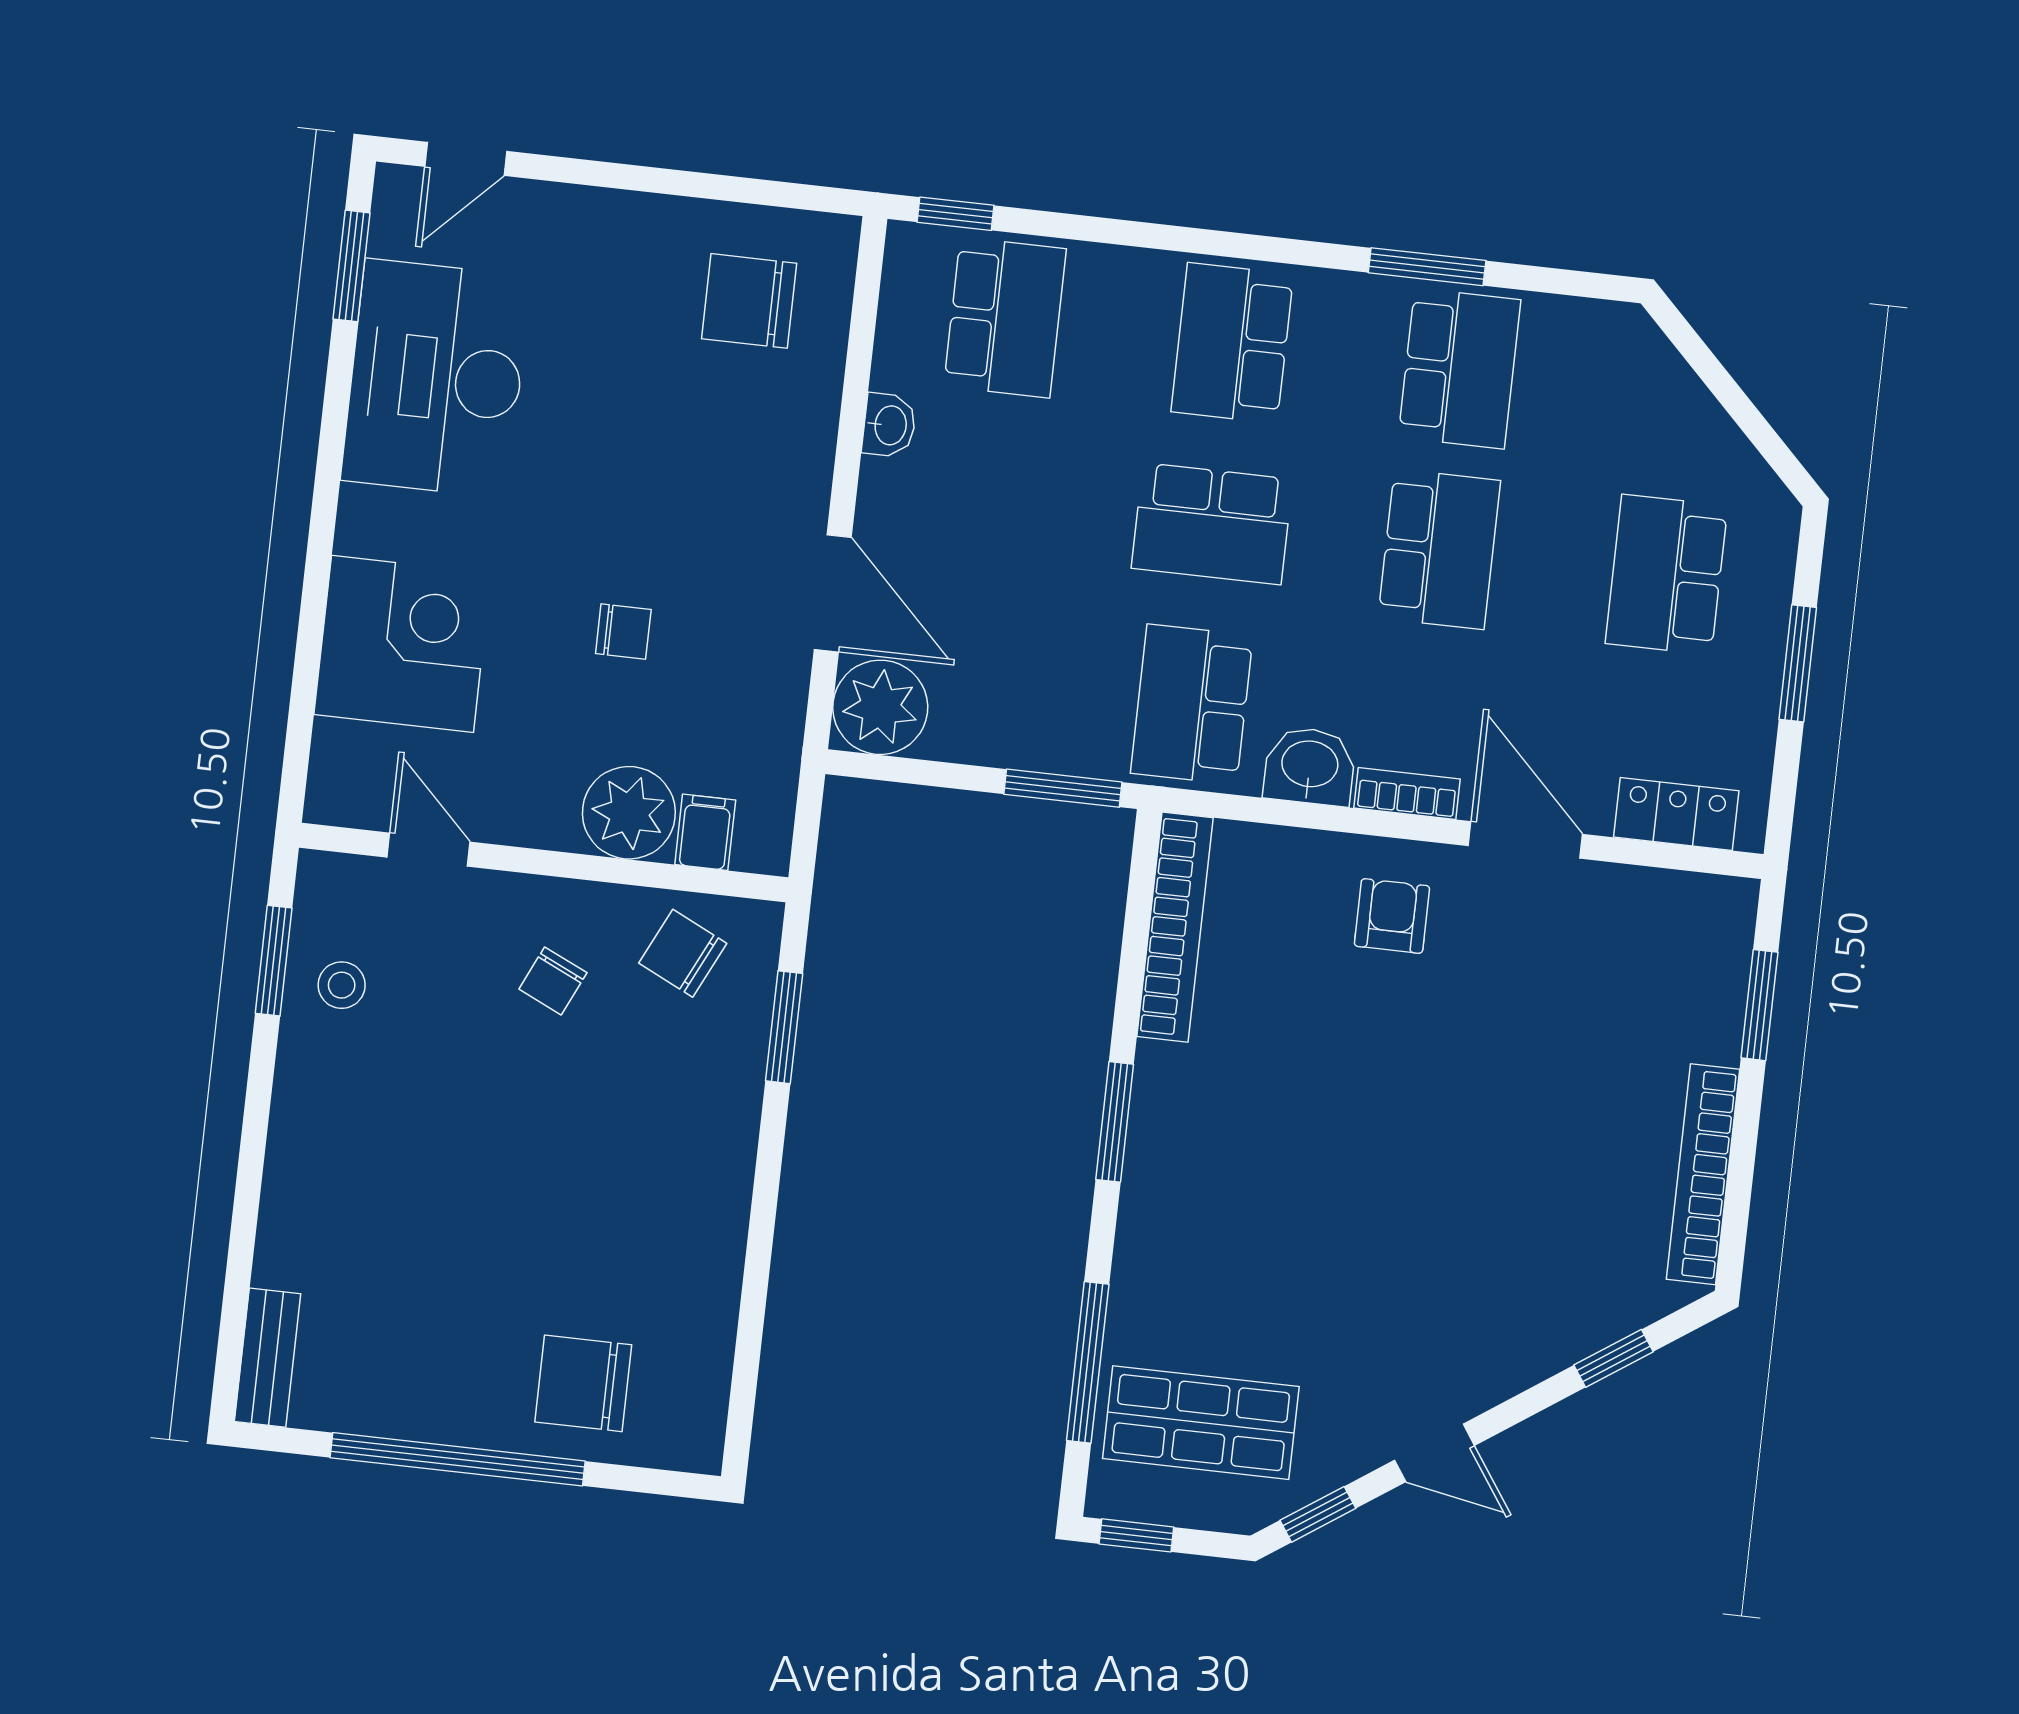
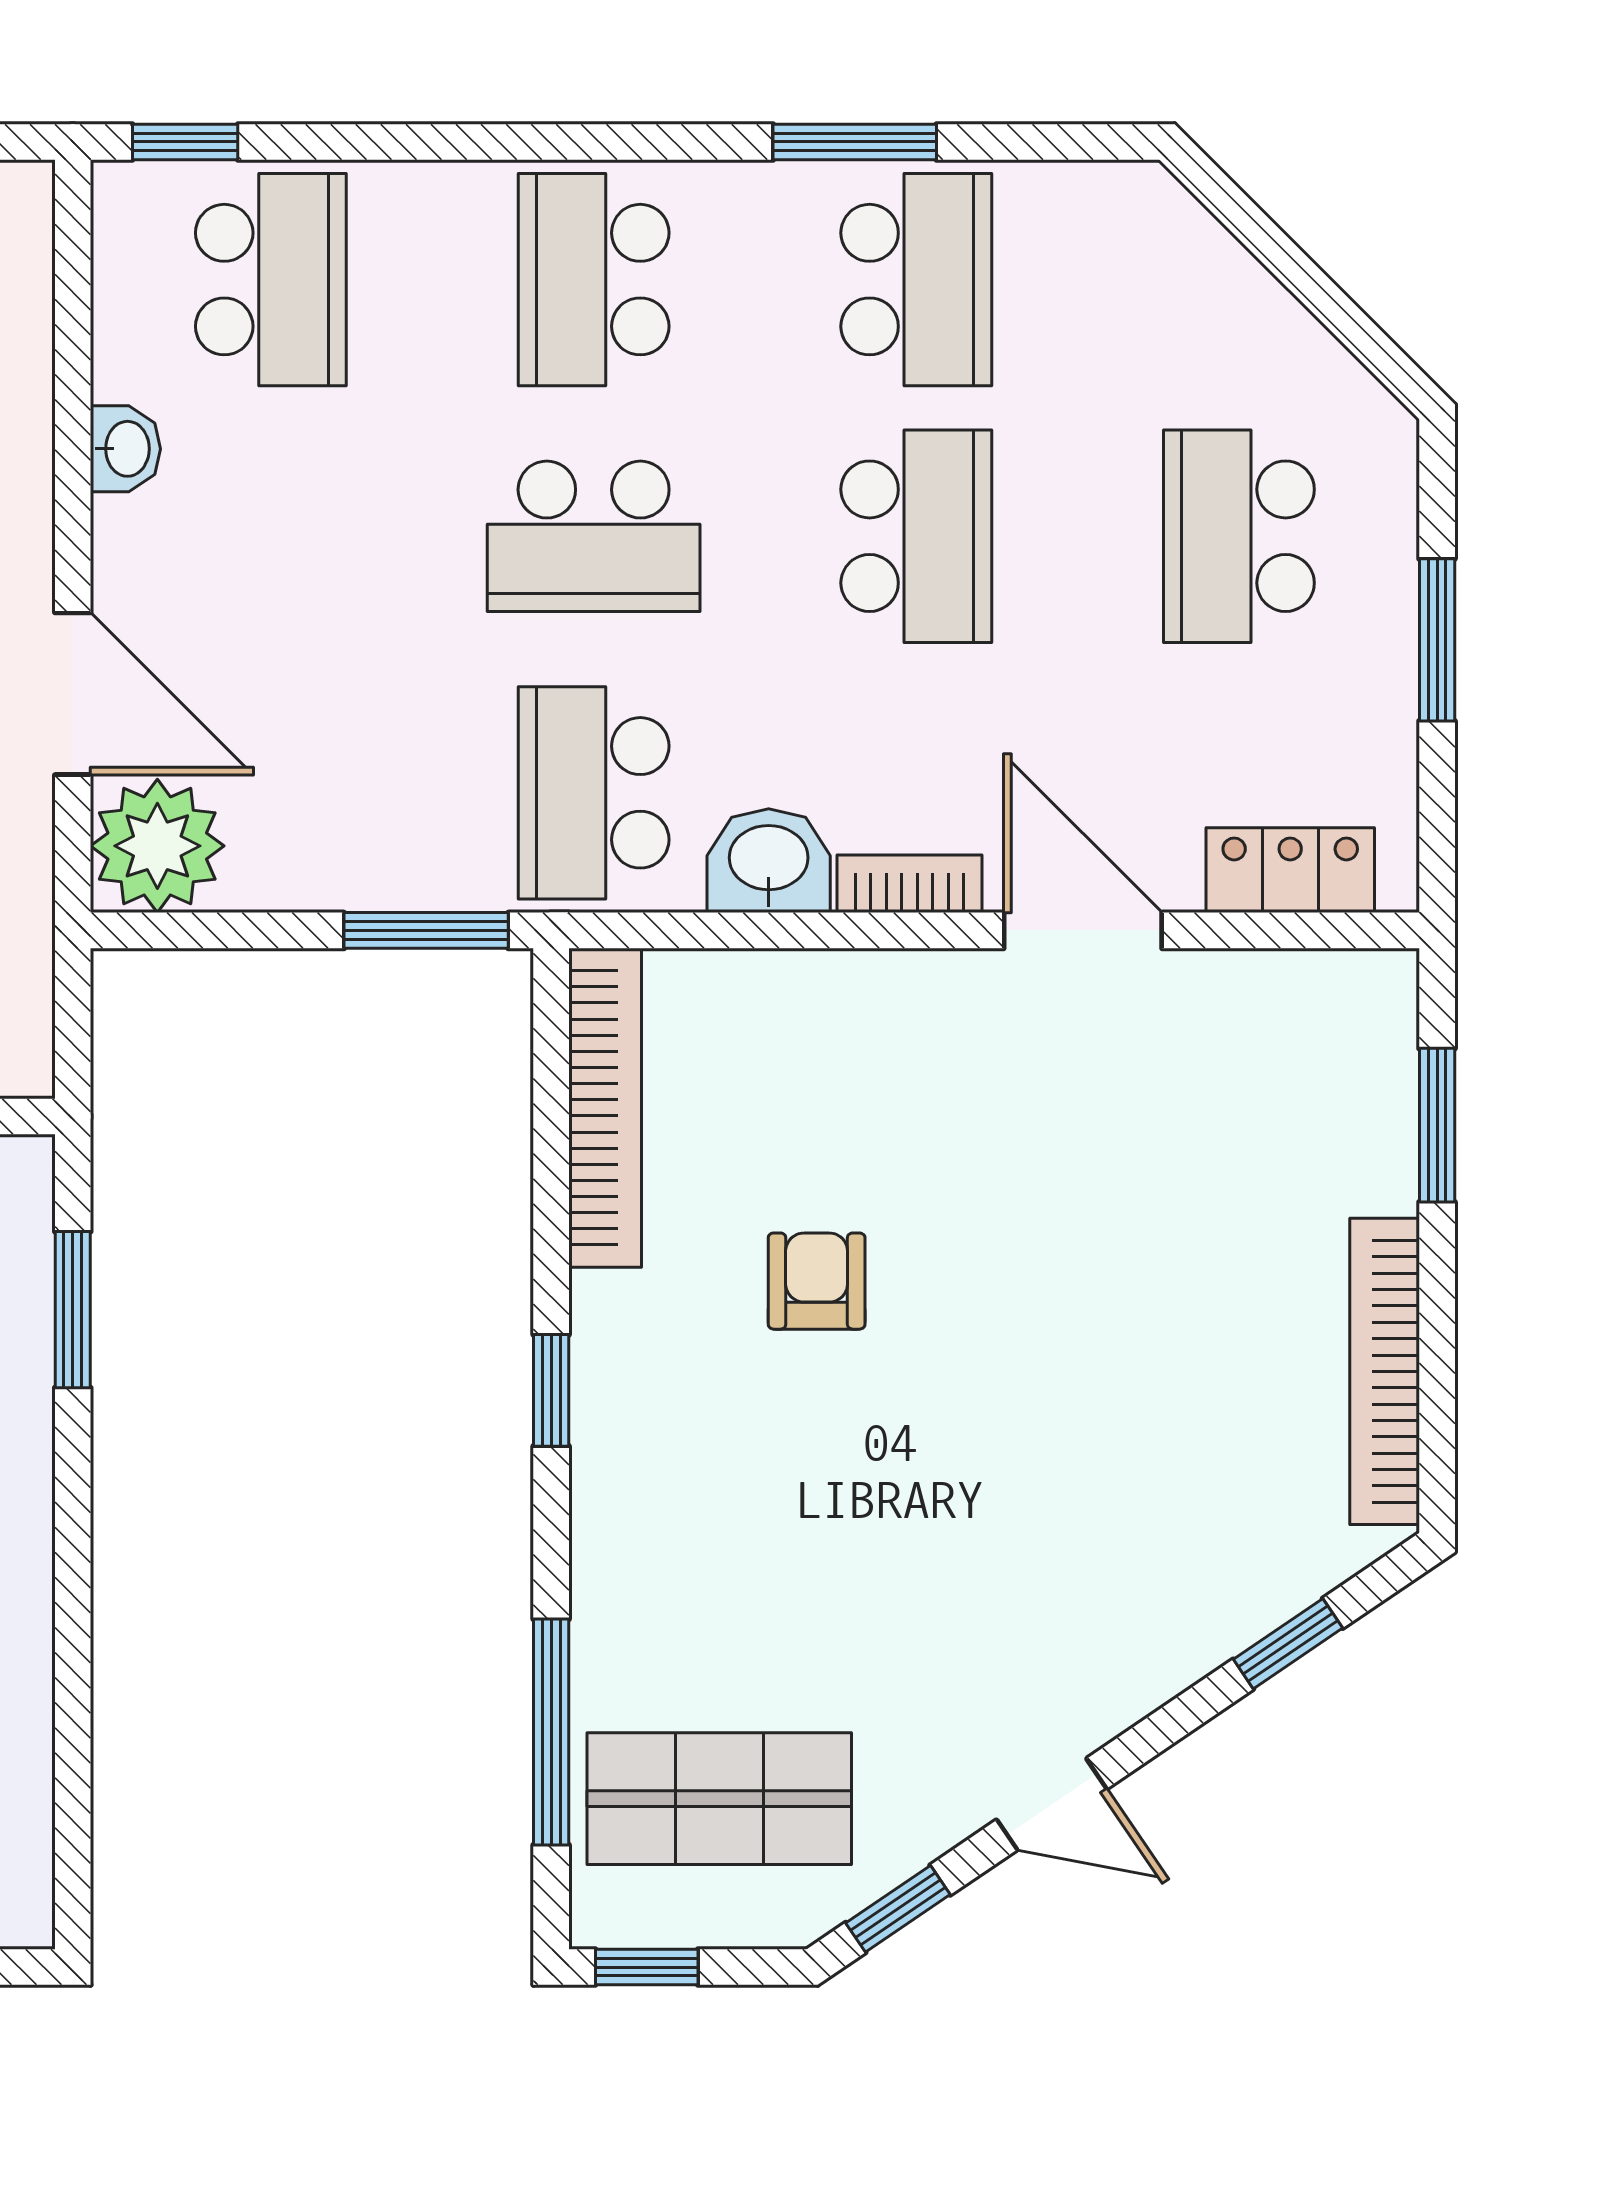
armchair: (1392, 916) -> (817, 1281), moved
window: (1115, 1122) -> (551, 1390), width x0.67

